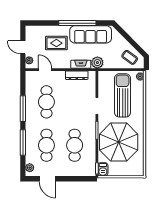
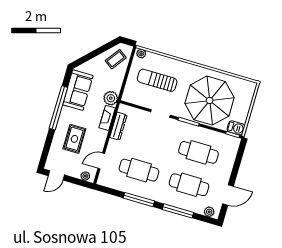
sofa: (91, 34) -> (78, 90), width x0.73
door: (23, 47) -> (56, 175), moved
sun lounger: (123, 95) -> (157, 80), width x0.73, depth x0.75

